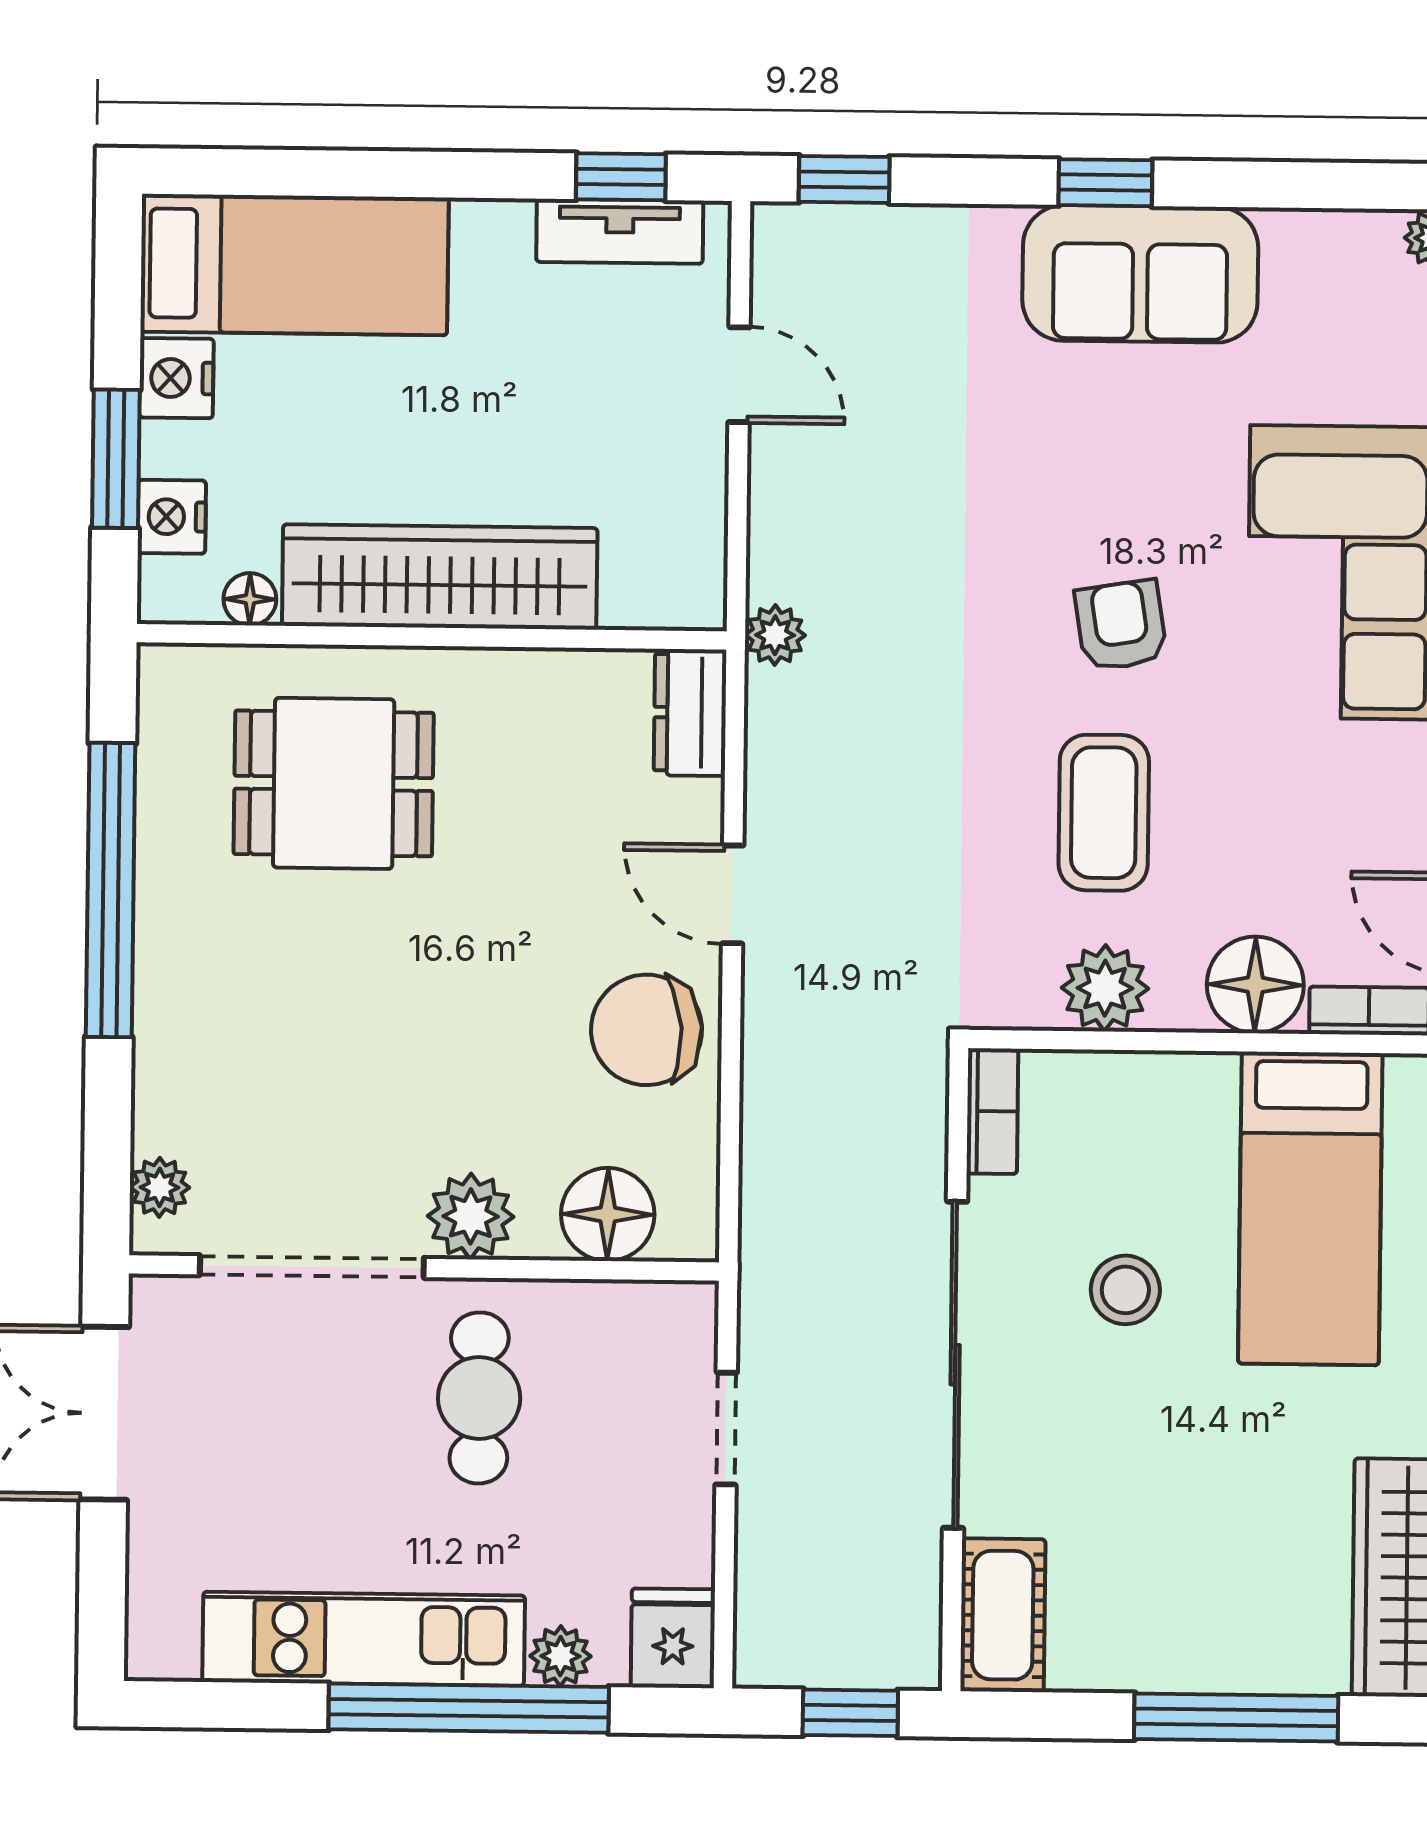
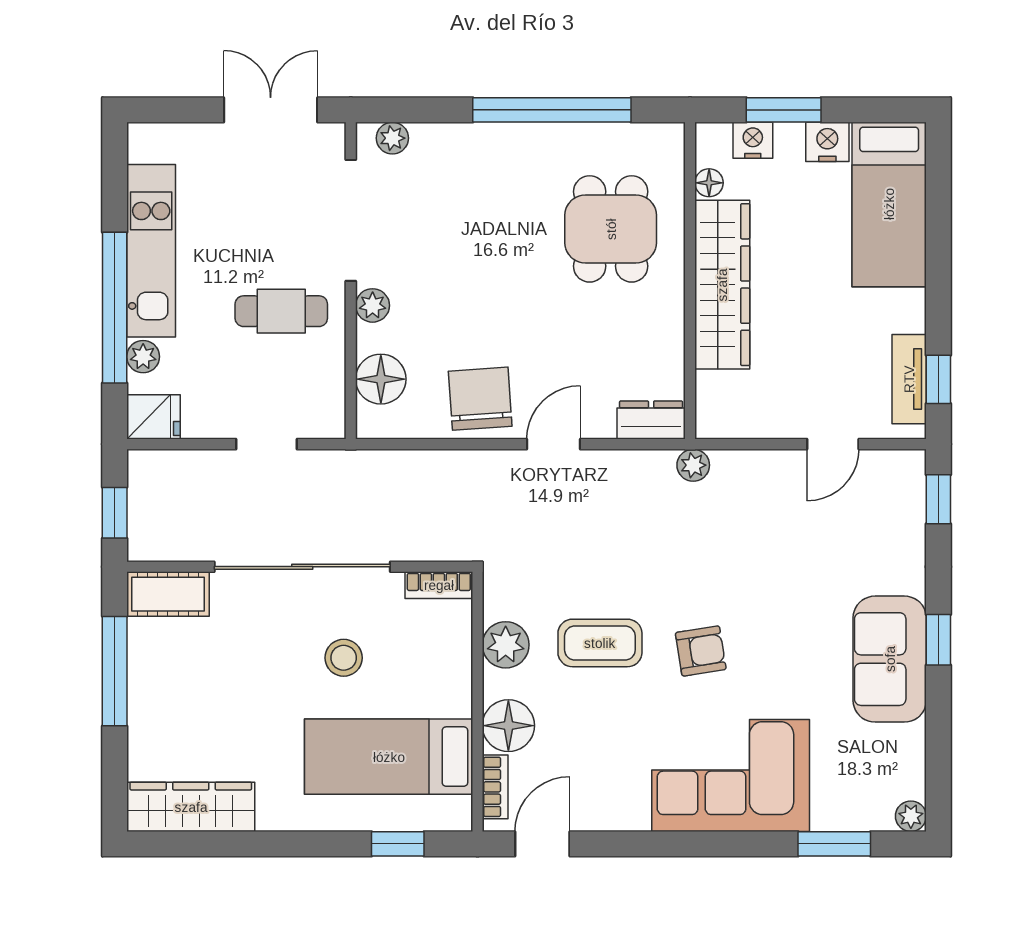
plant: (471, 1216) -> (373, 305), width x0.73, depth x0.73
window: (1236, 1718) -> (115, 671), moved

